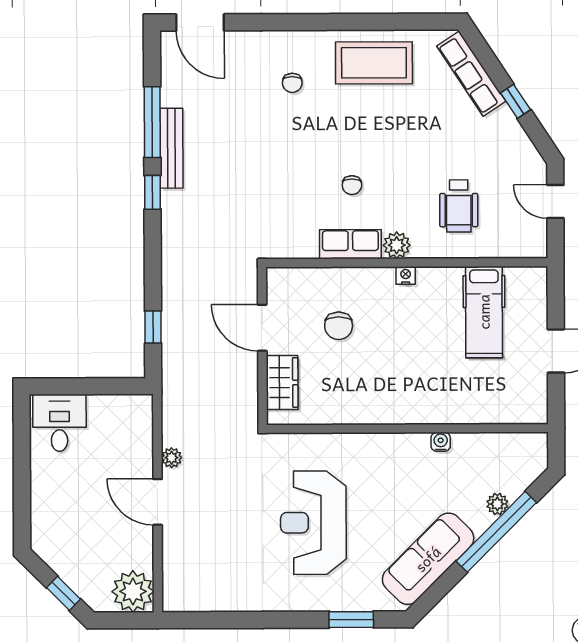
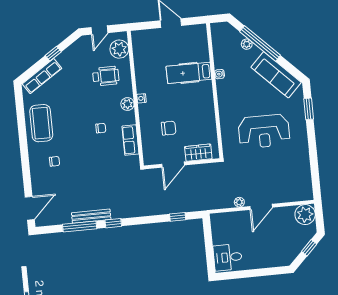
plant: (512, 239) -> (119, 49), added
row of seats: (350, 244) -> (130, 140), moved
hospital bed: (484, 312) -> (189, 73), moved, turned 180

